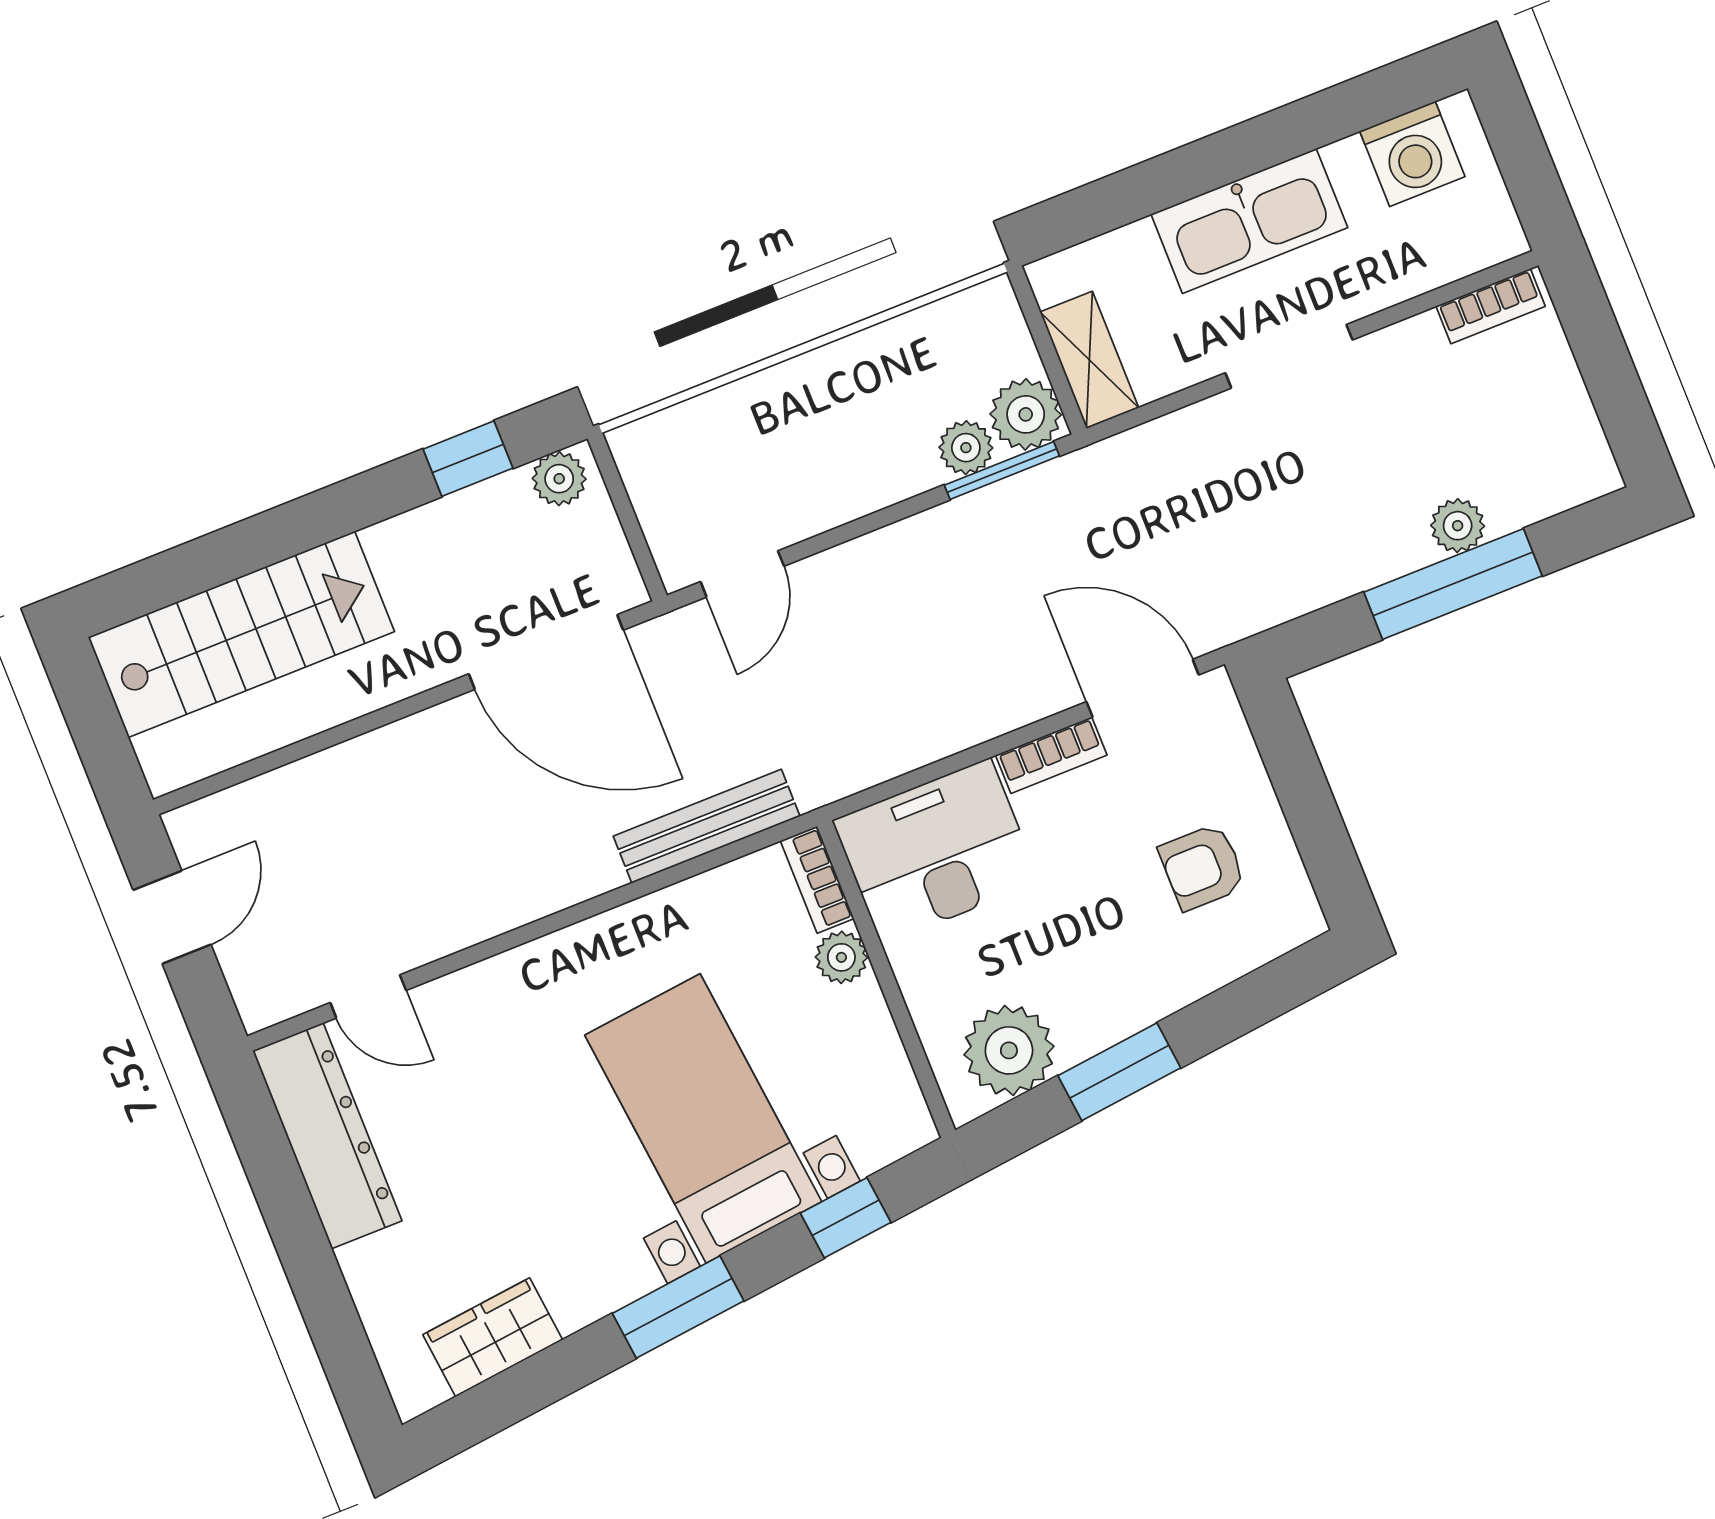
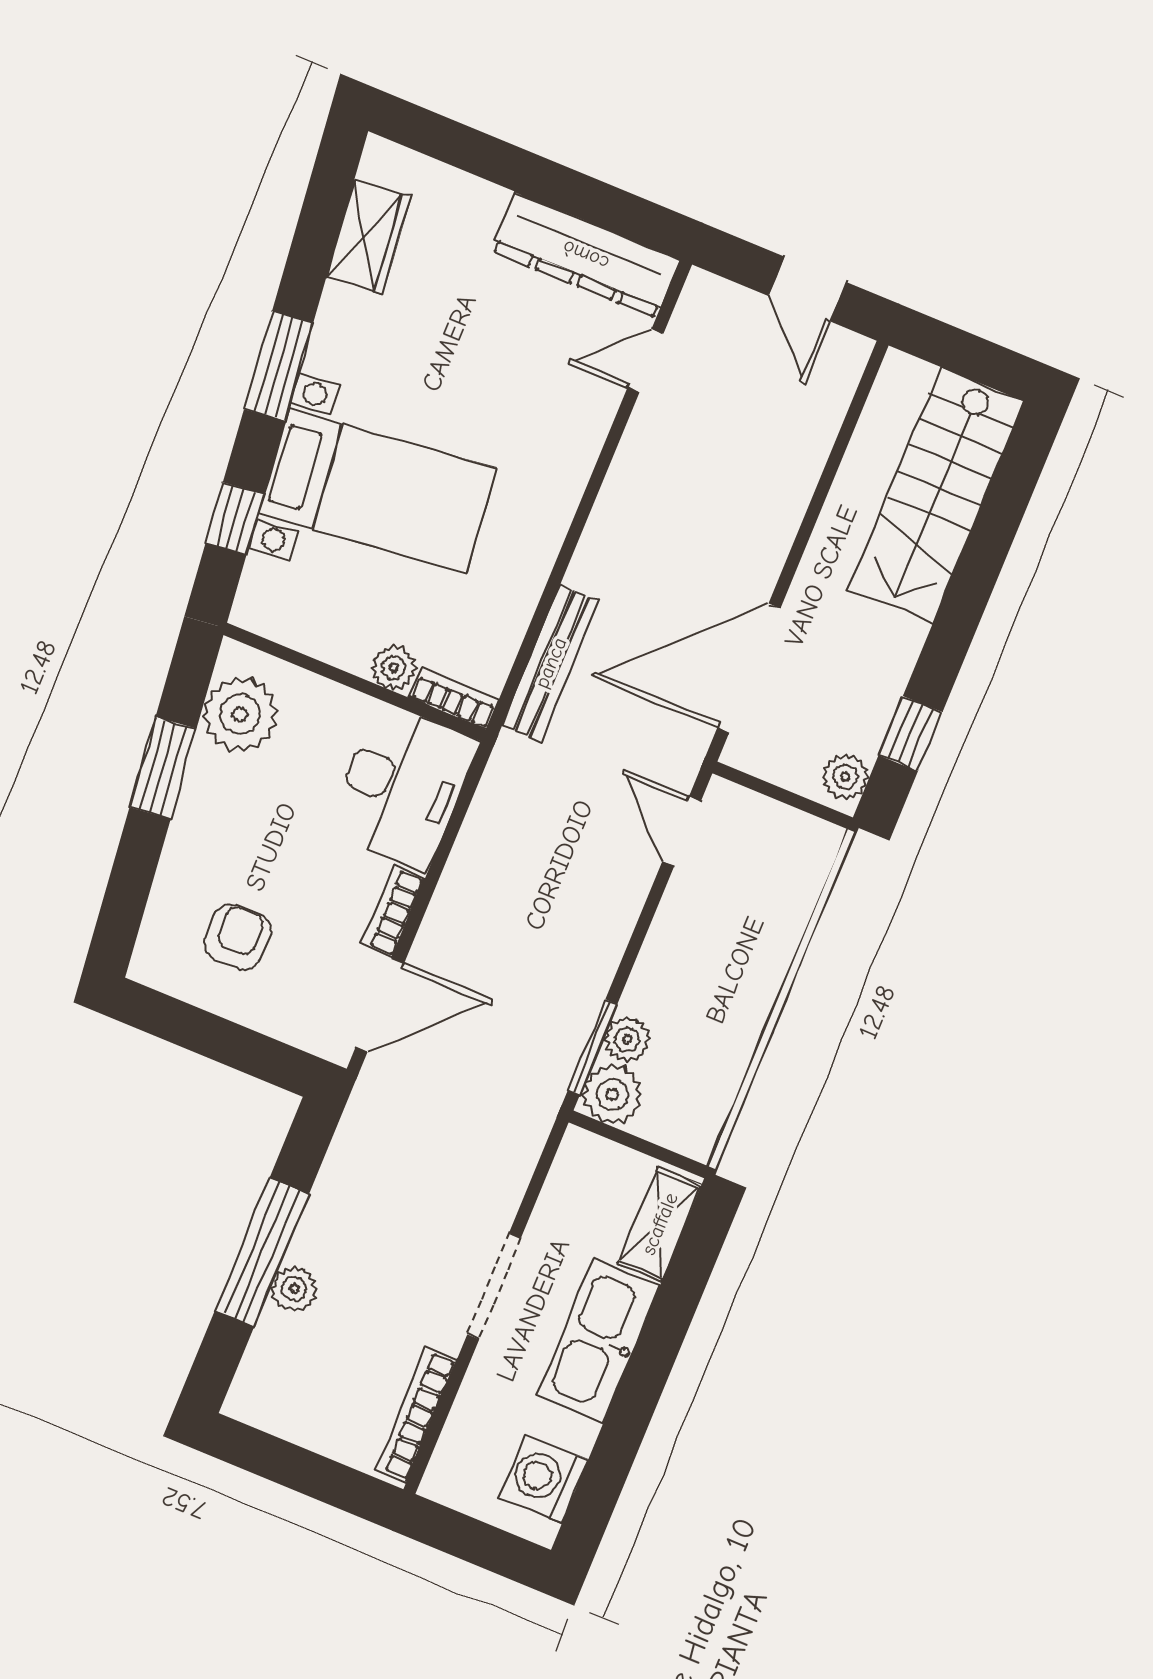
bookcase: (1491, 306) -> (416, 1414), width x1.56
shelving: (1089, 360) -> (660, 1224), moved, turned 90

